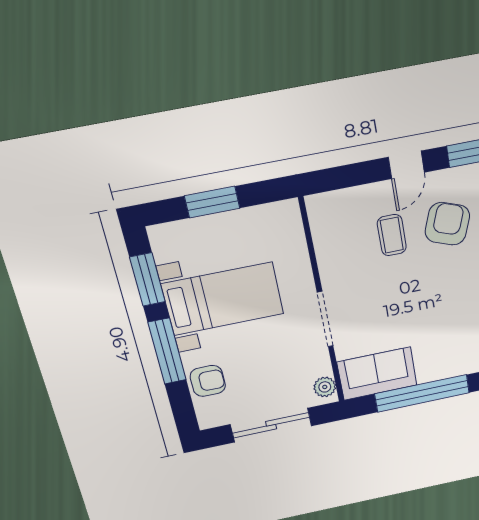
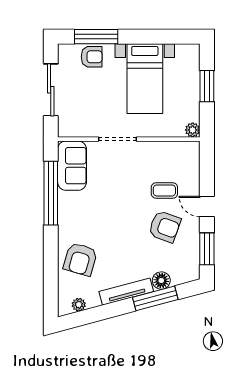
window: (147, 279) -> (167, 37), removed
window: (167, 351) -> (96, 37), moved
armchair: (208, 381) -> (92, 57), turned -90
plant: (325, 387) -> (193, 130), moved

